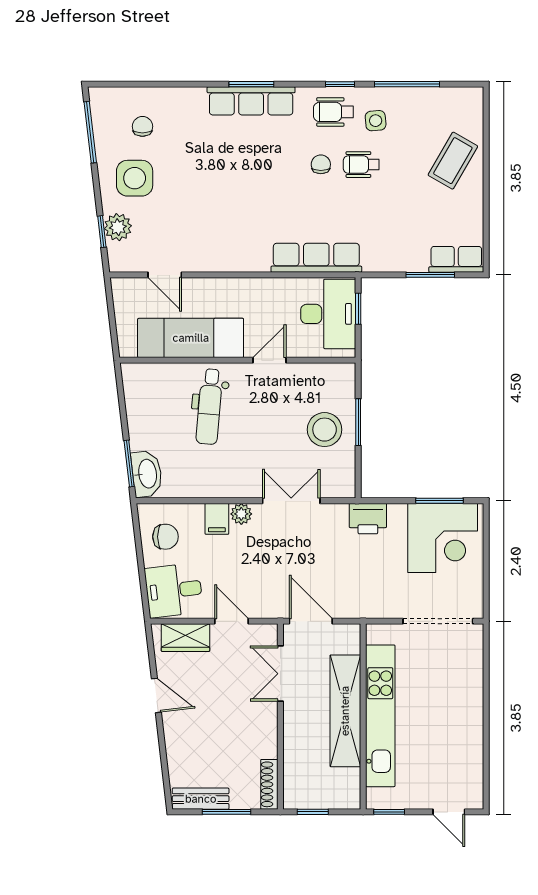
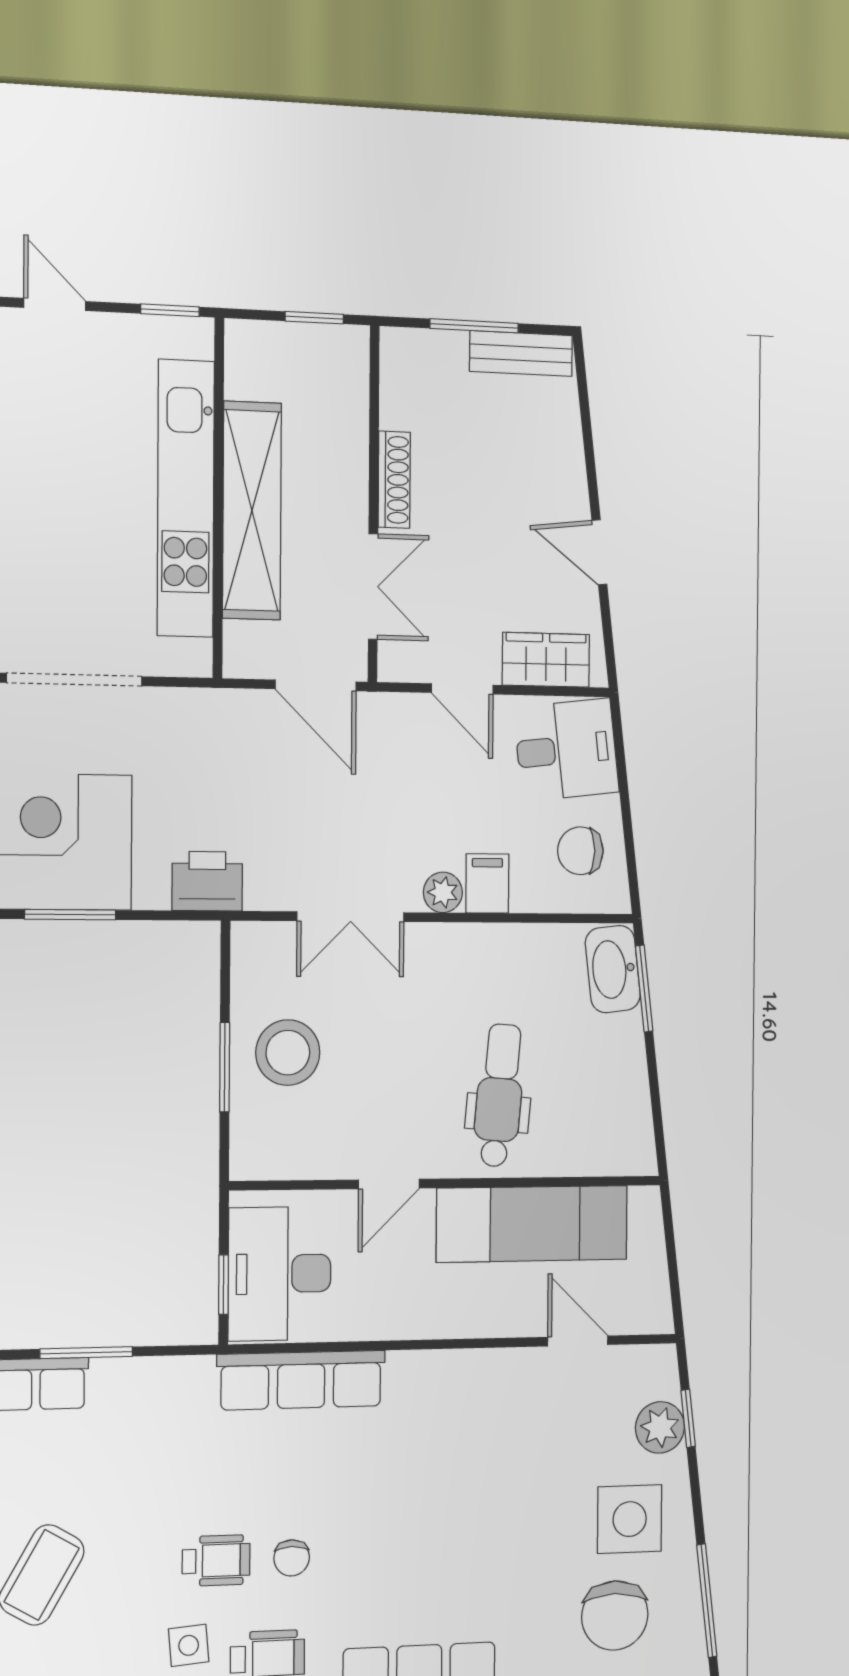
chair: (142, 126) -> (615, 1616), width x1.87, depth x1.87
shoe rack: (269, 784) -> (394, 480), moved

